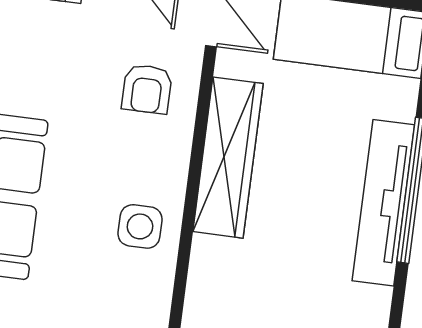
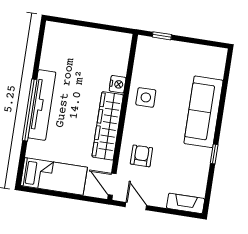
nightstand: (207, 256) -> (118, 84), added

